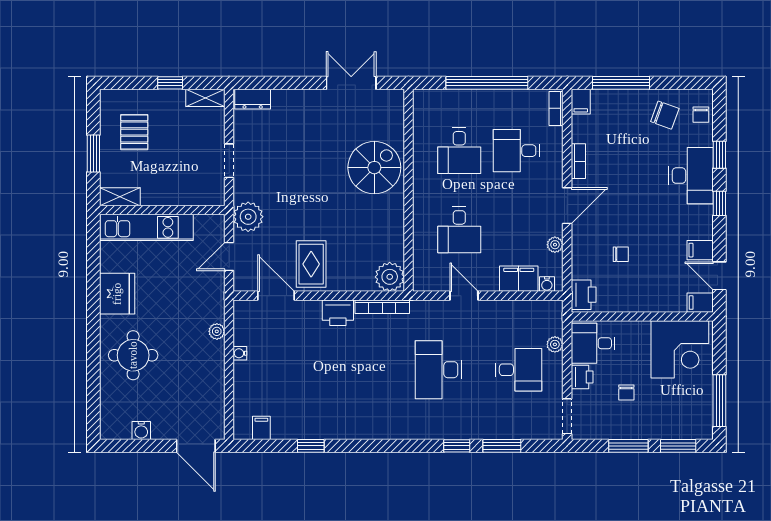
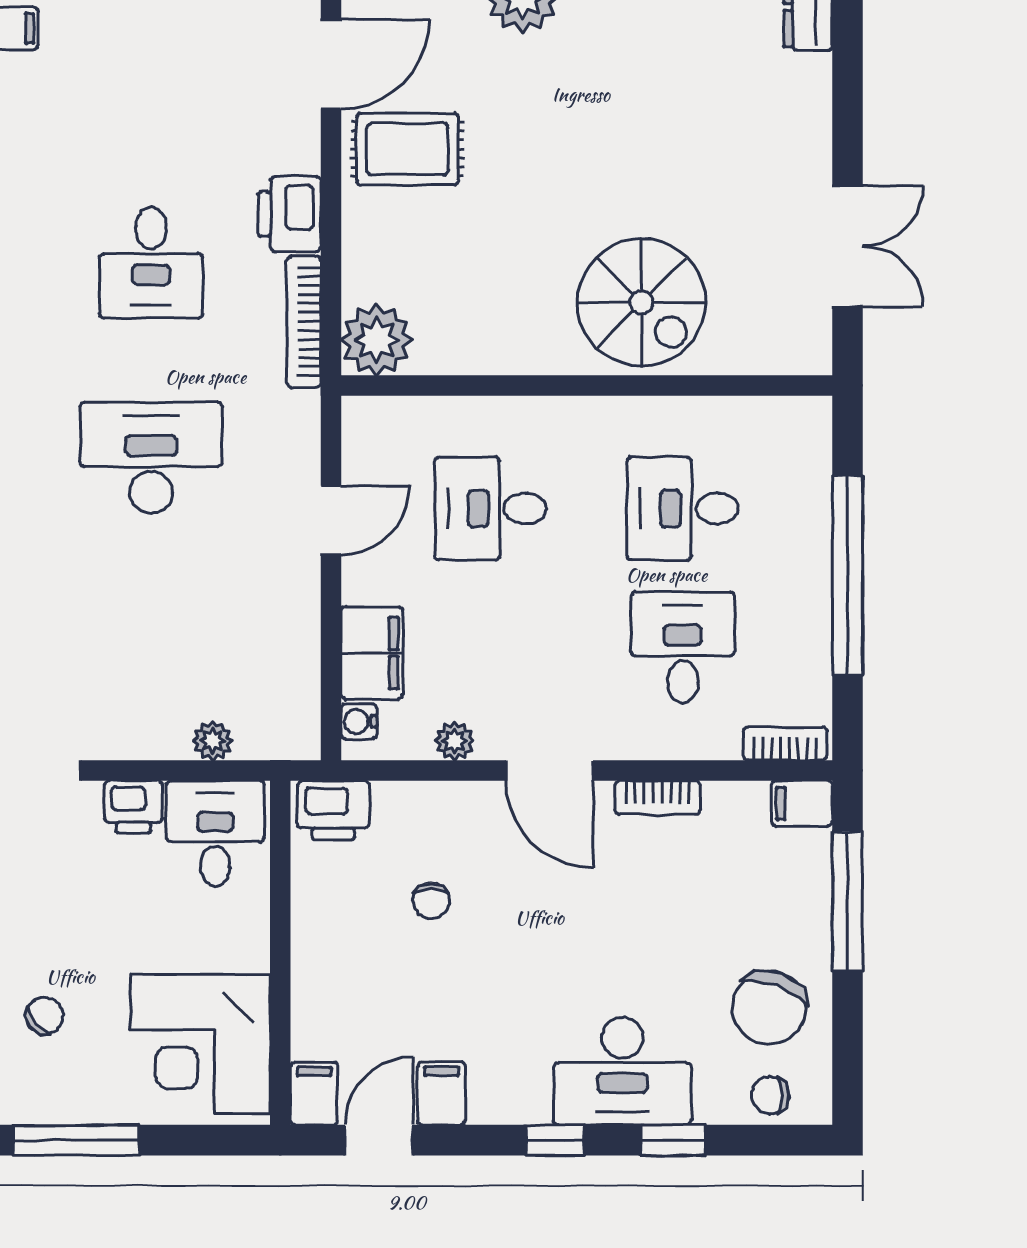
chair: (665, 115) -> (769, 1008), width x1.37, depth x1.37
desk: (519, 370) -> (151, 262), moved
chair: (626, 393) -> (45, 1016), moved, turned 141

